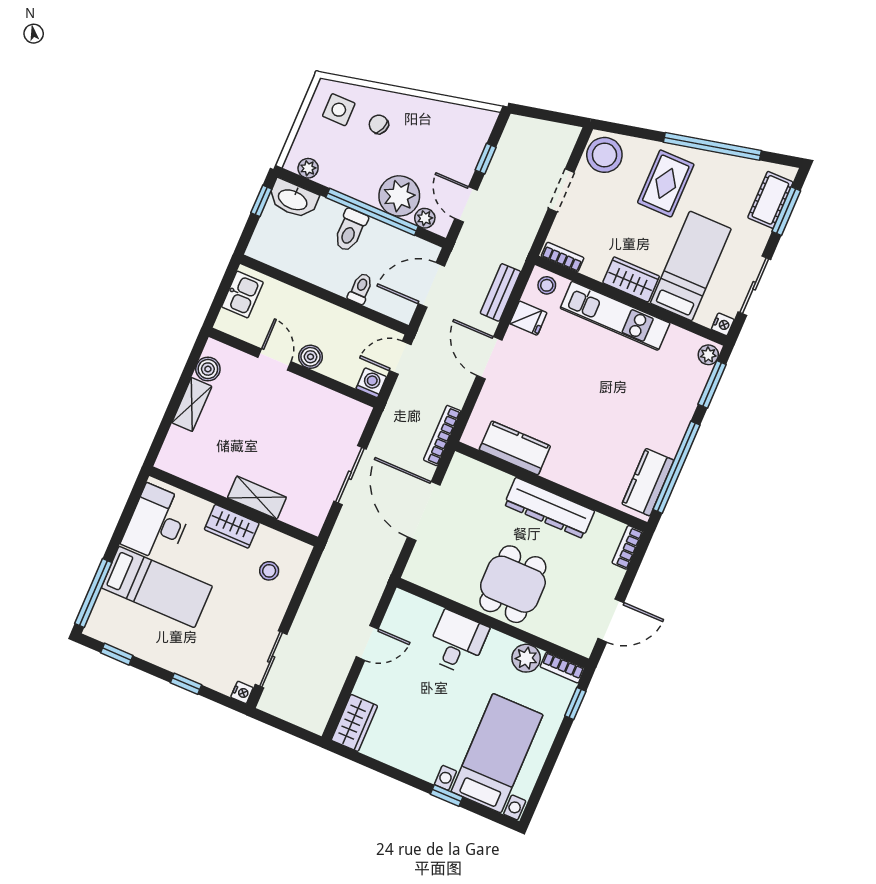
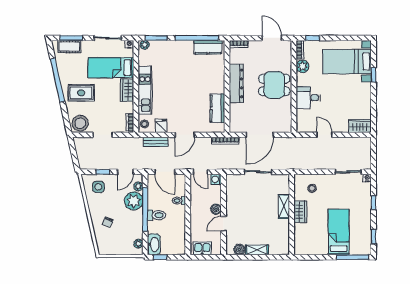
side table: (339, 110) -> (98, 187), moved
desk: (158, 523) -> (312, 243), removed

